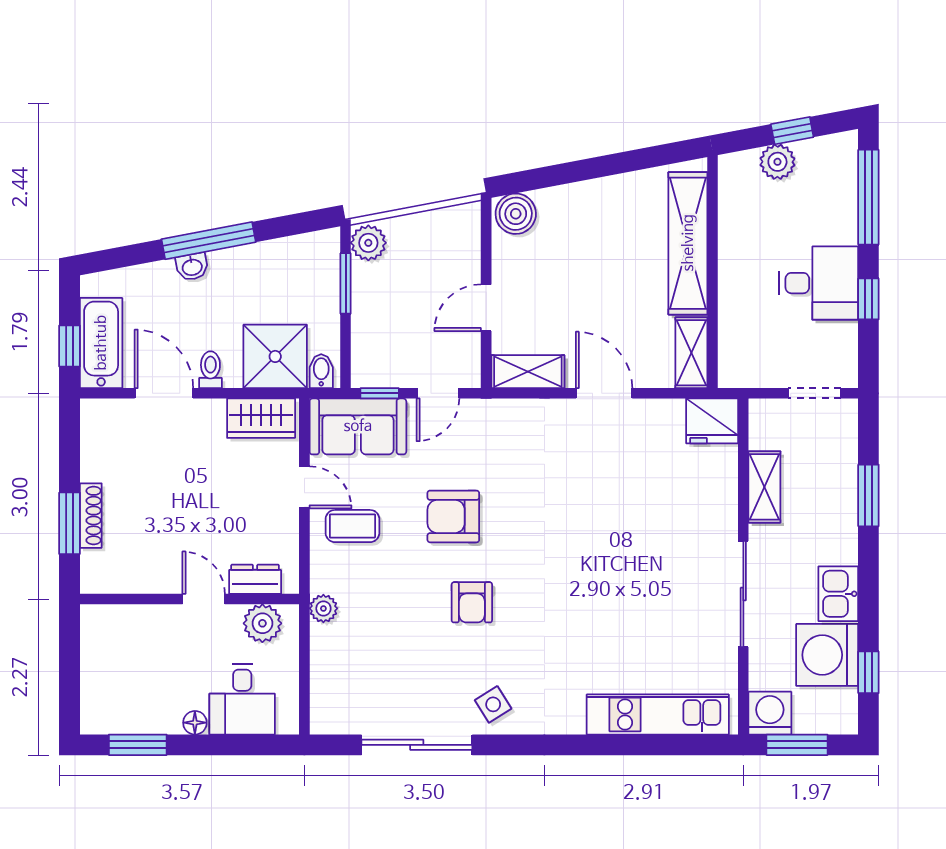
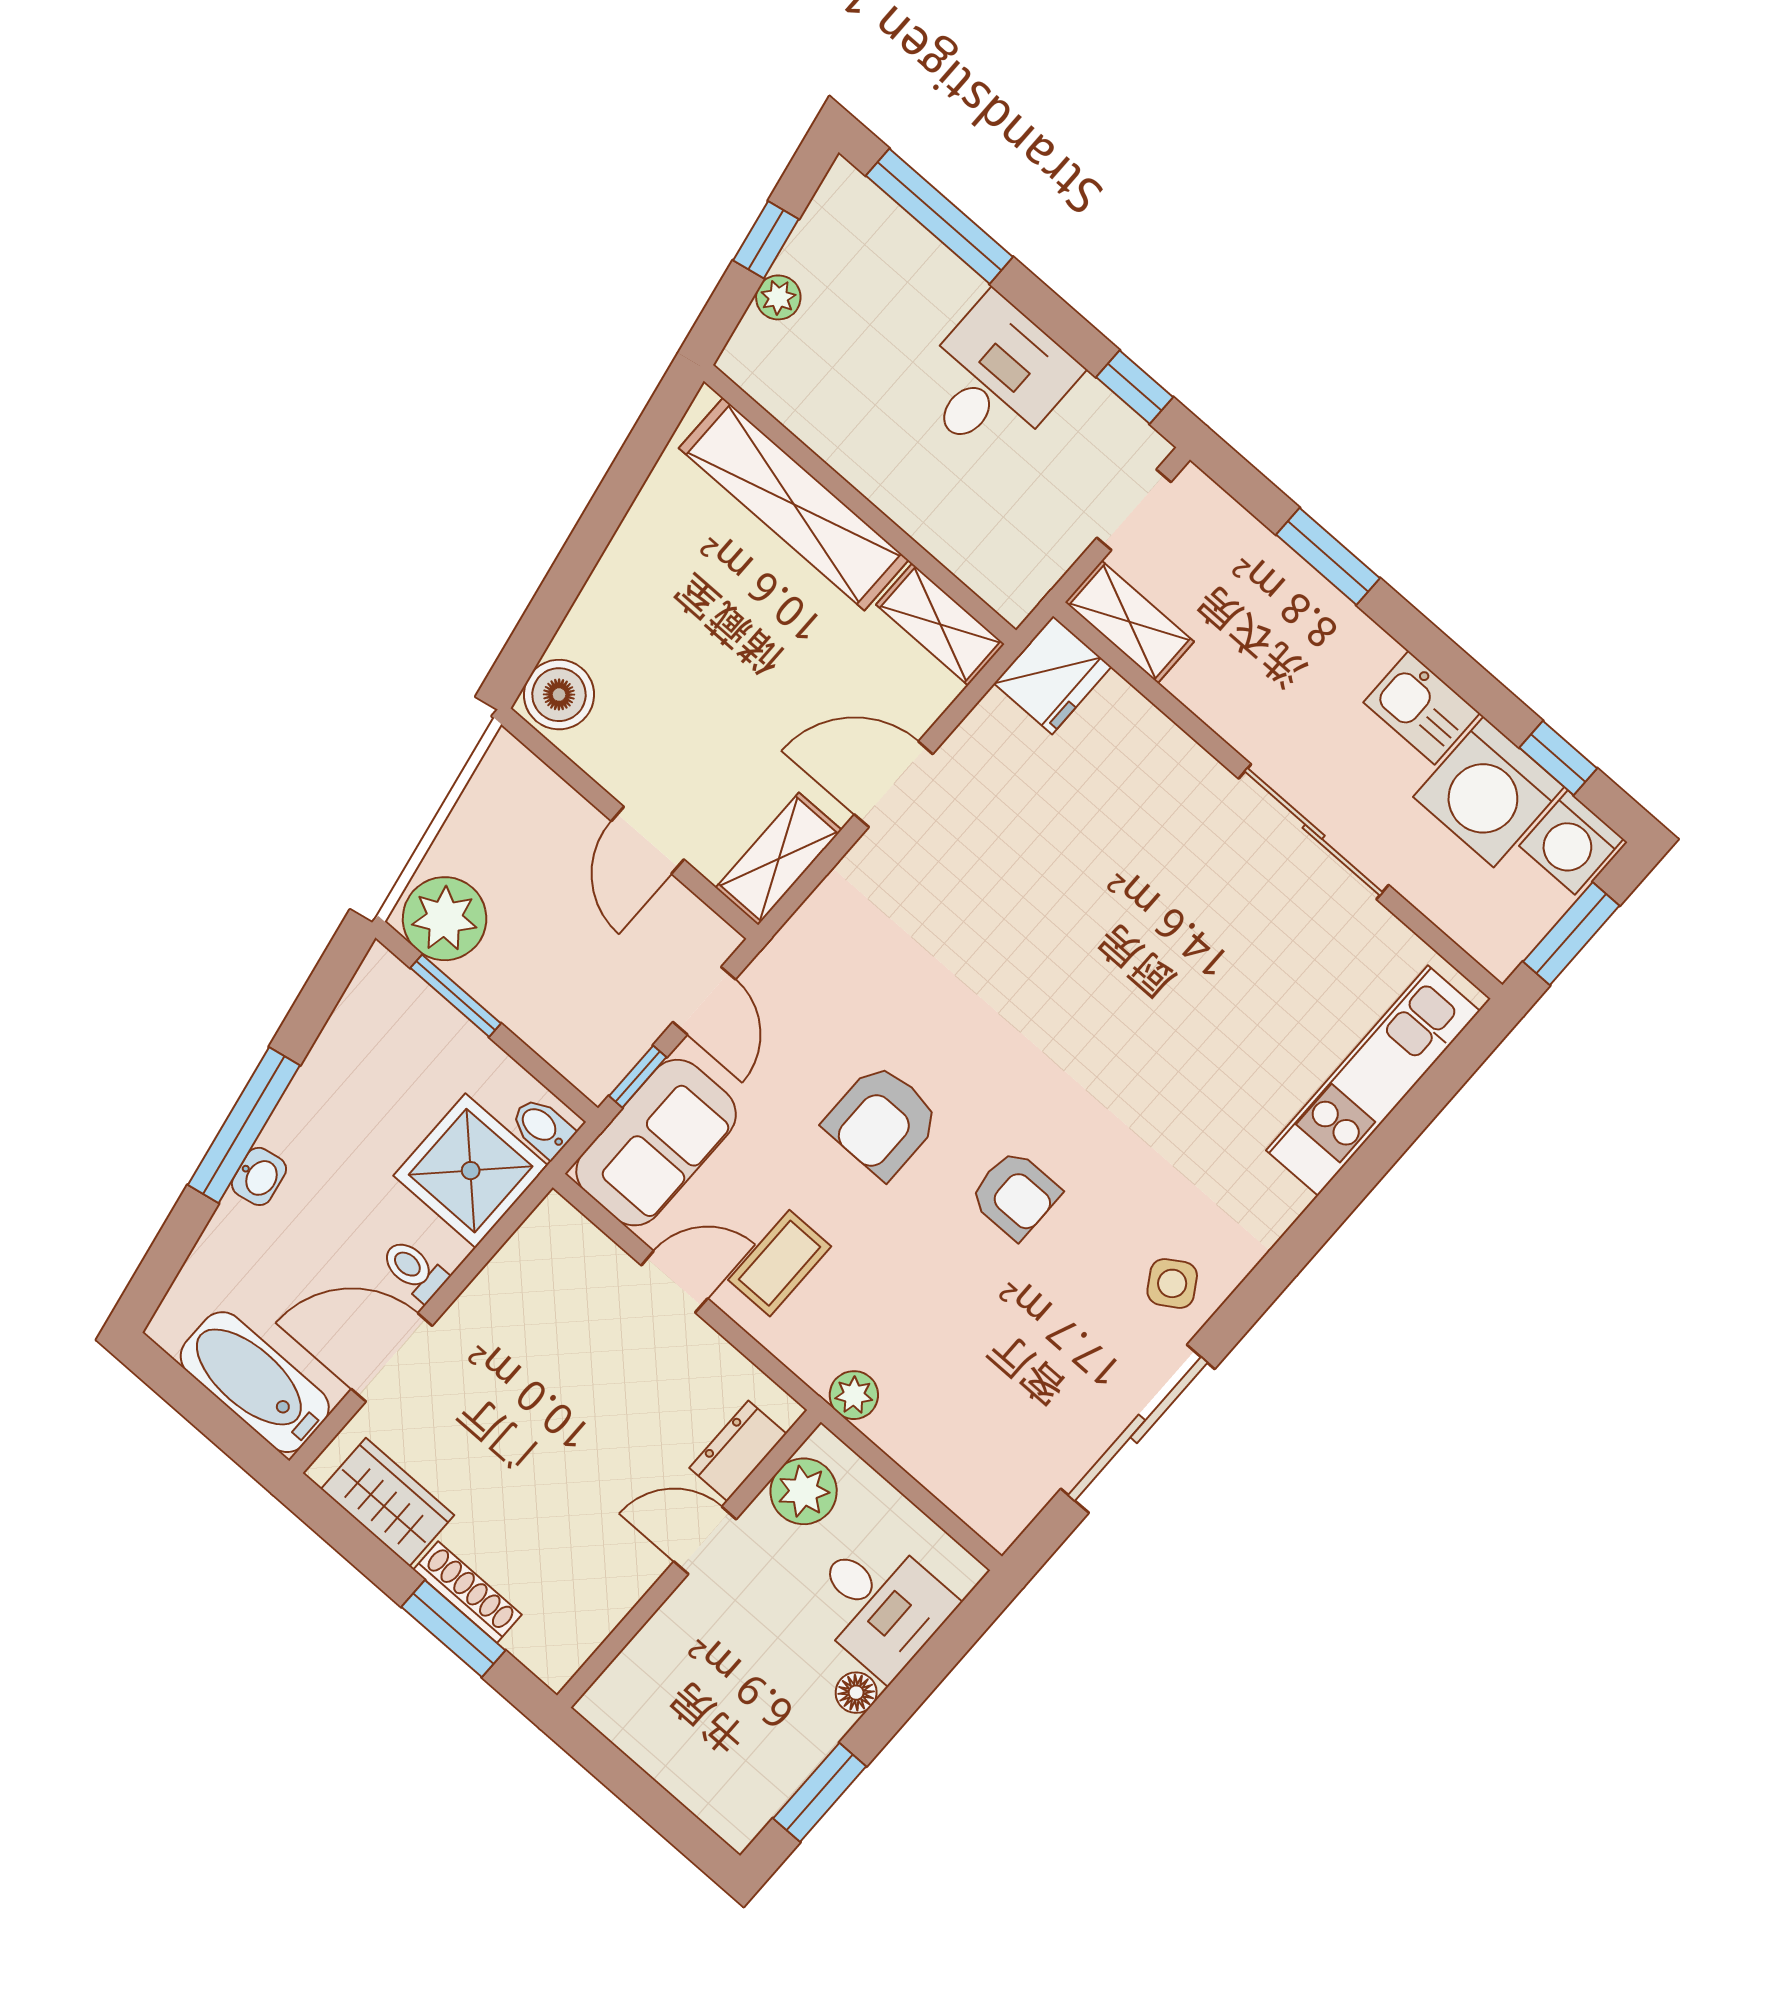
plant: (777, 162) -> (778, 297), width x0.73, depth x0.73
plant: (368, 243) -> (445, 919), width x1.36, depth x1.36
window: (868, 299) -> (1135, 387), moved
window: (69, 346) -> (222, 1426), removed
wardrobe: (261, 418) -> (388, 1502), moved, turned -90
shelving: (764, 487) -> (1130, 622), moved
washing machine: (770, 713) -> (1571, 842), moved, turned -90

